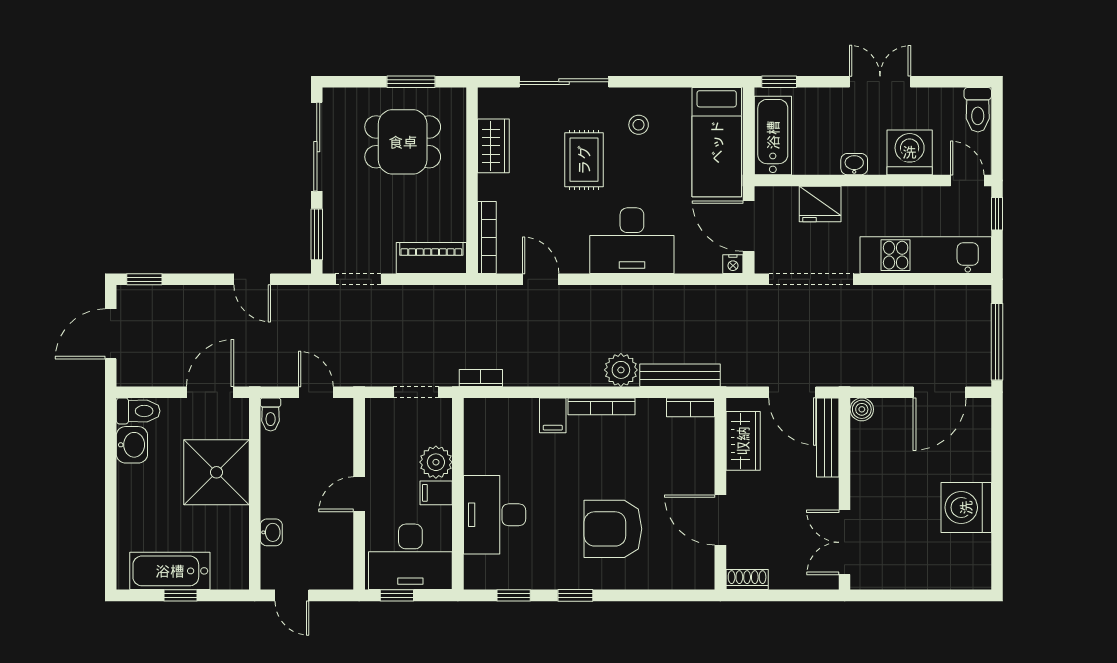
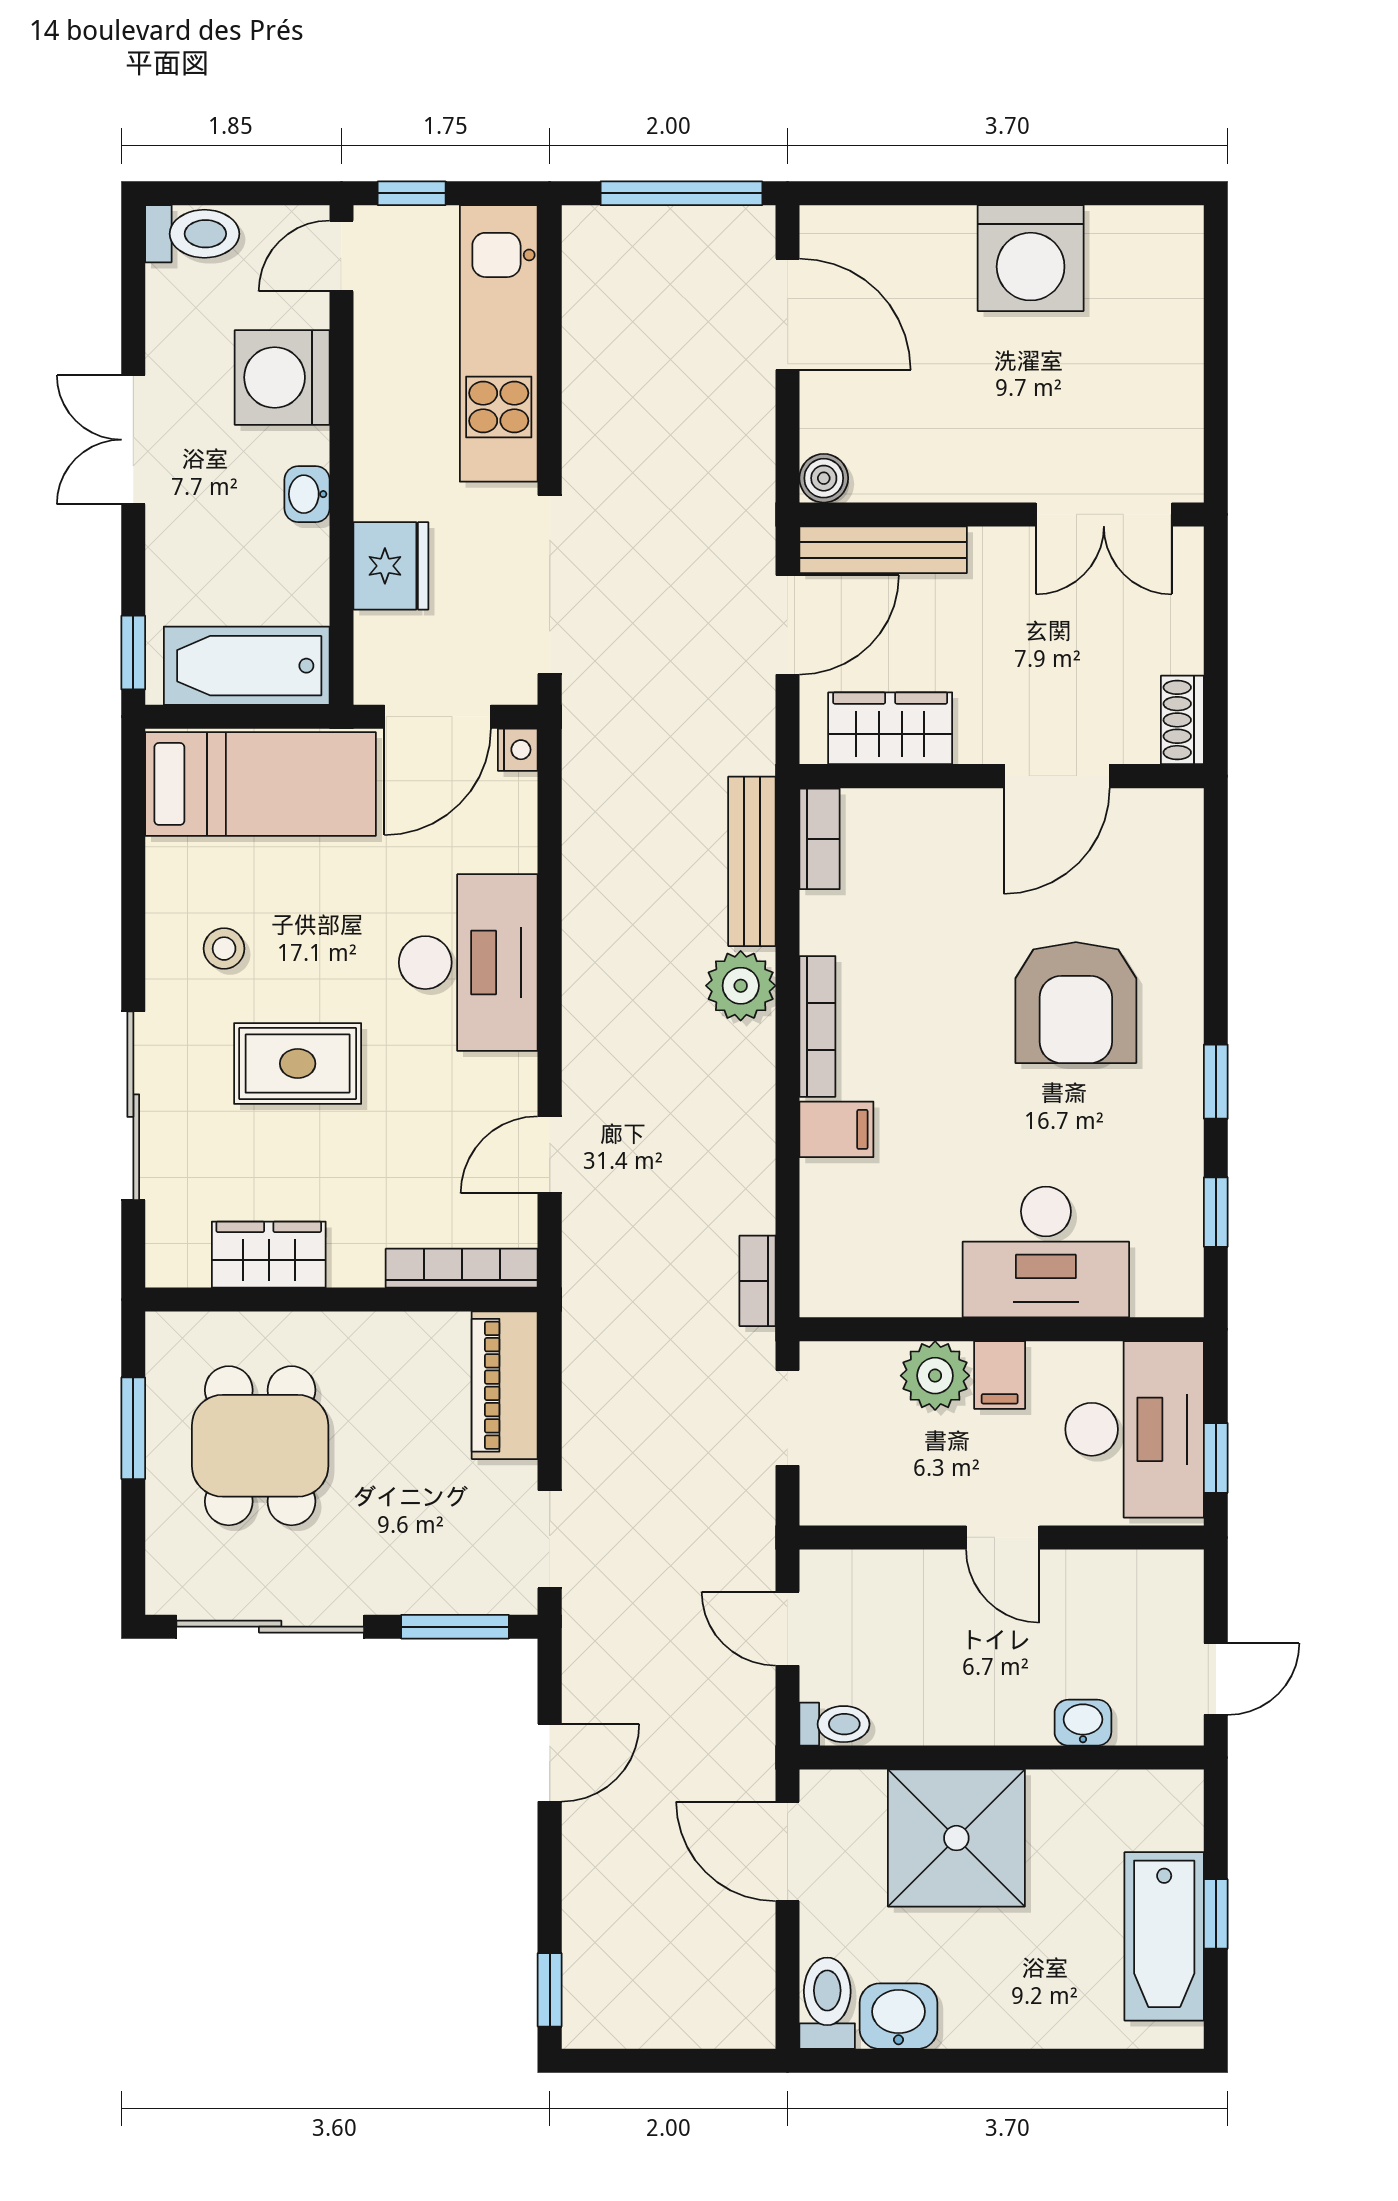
door: (111, 334) -> (665, 2061), removed
door: (316, 392) -> (788, 1629), hinge flipped

